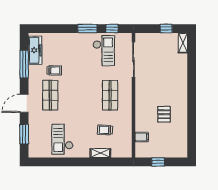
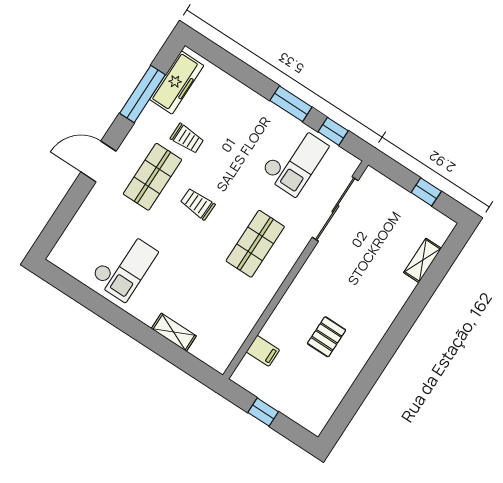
shelving: (183, 43) -> (423, 260), moved
trolley: (105, 130) -> (198, 204), moved
window: (24, 134) -> (64, 214), removed
checkout: (62, 139) -> (124, 266), turned 180

